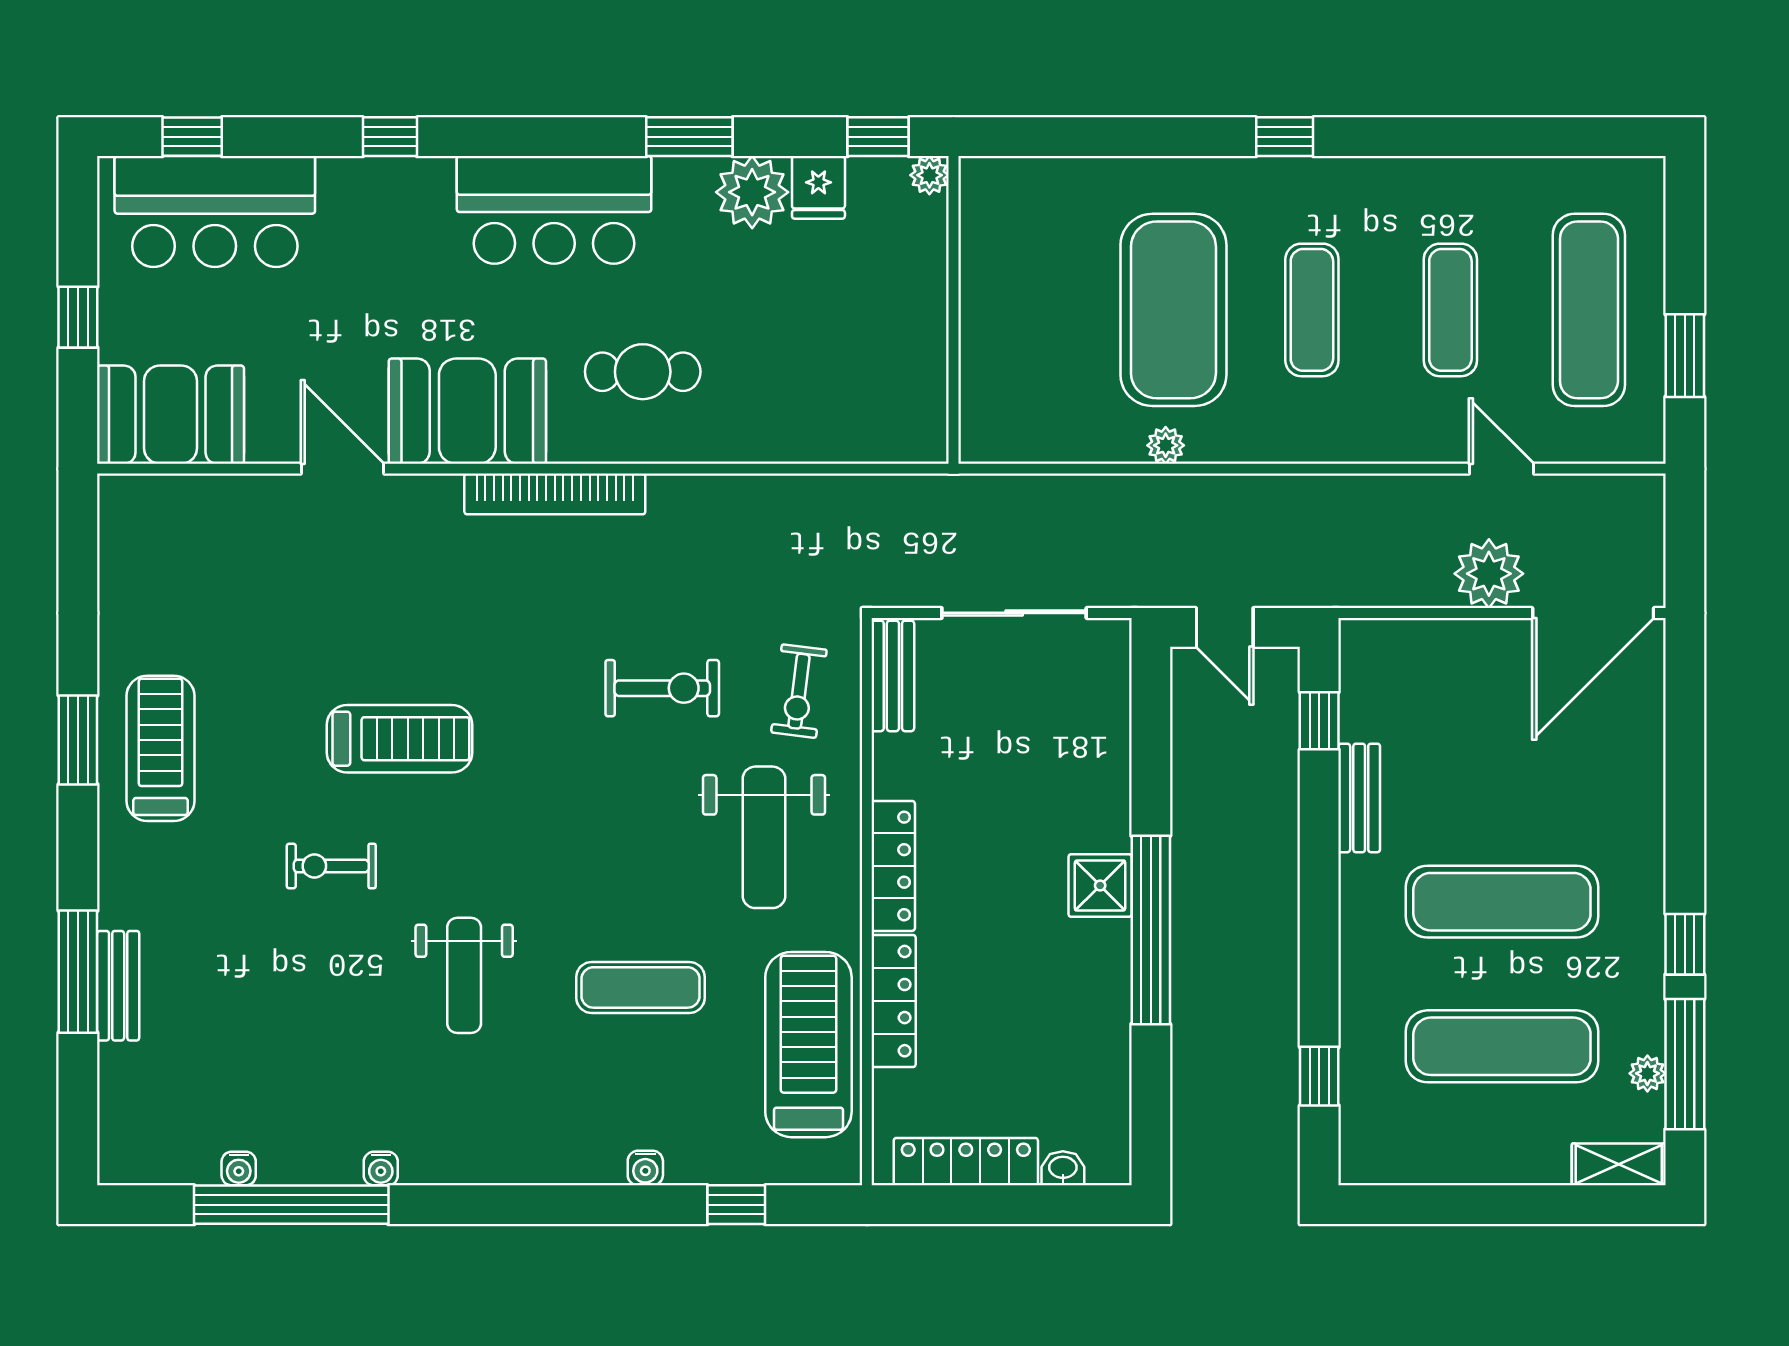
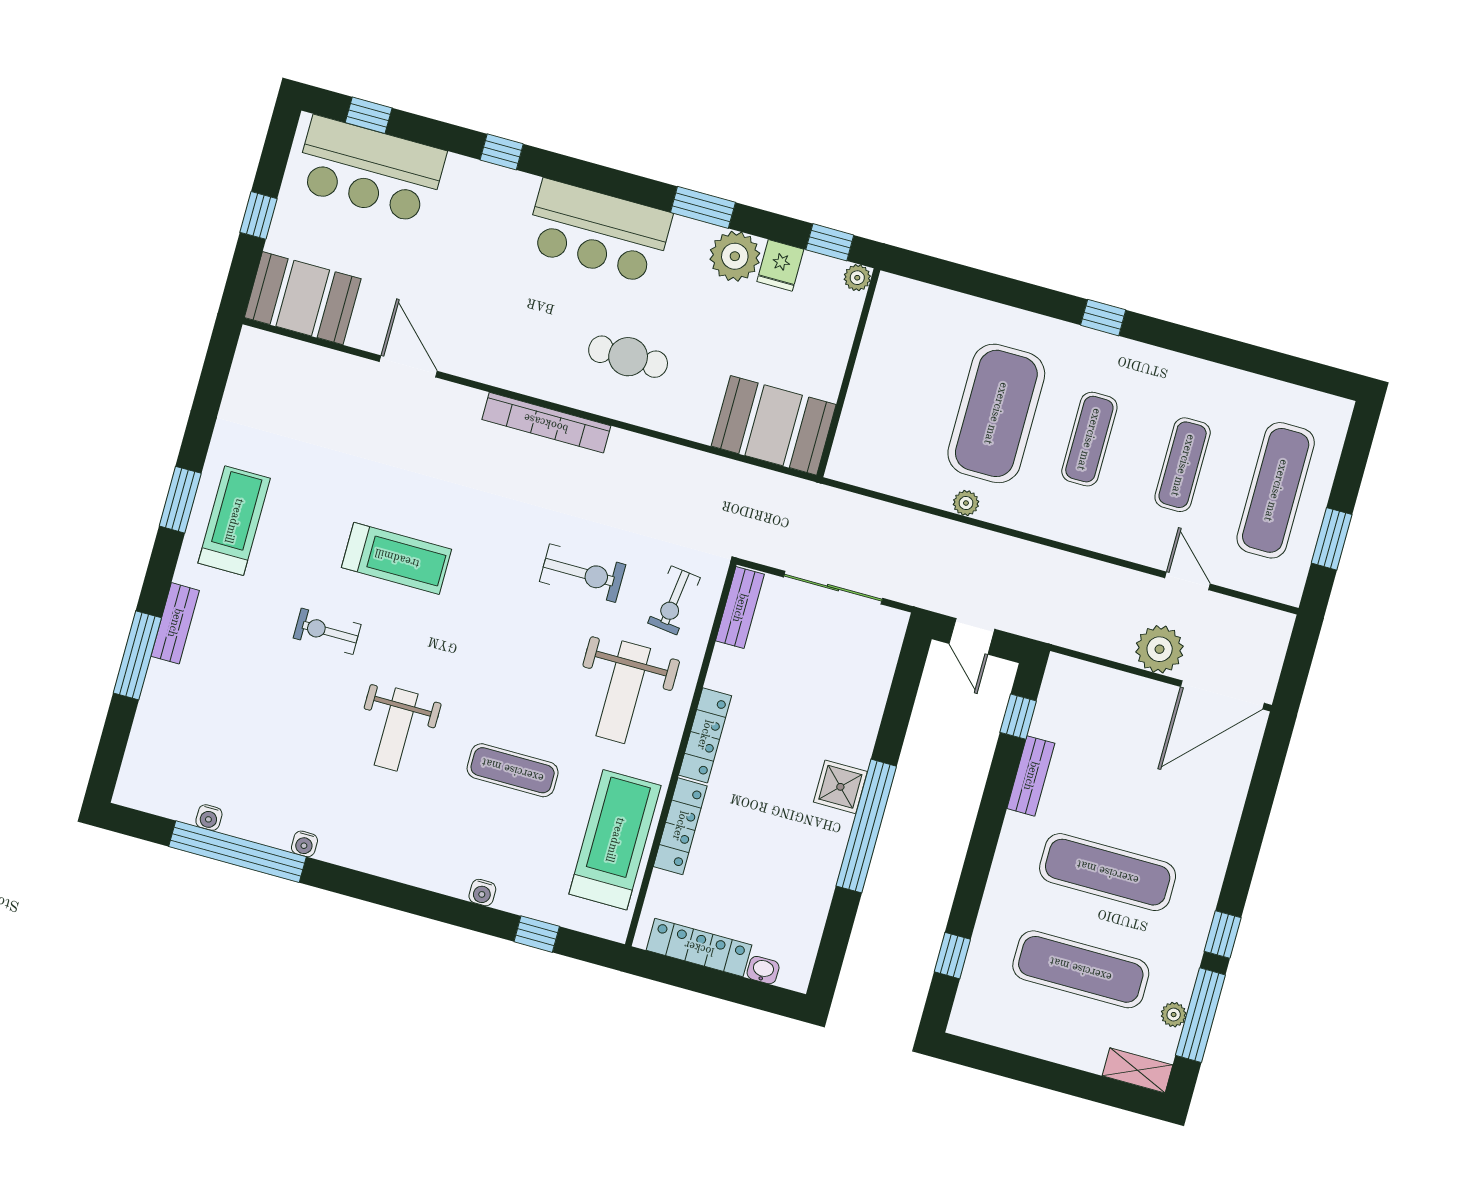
booth: (467, 411) -> (774, 425), moved
bench: (118, 986) -> (175, 623), moved

